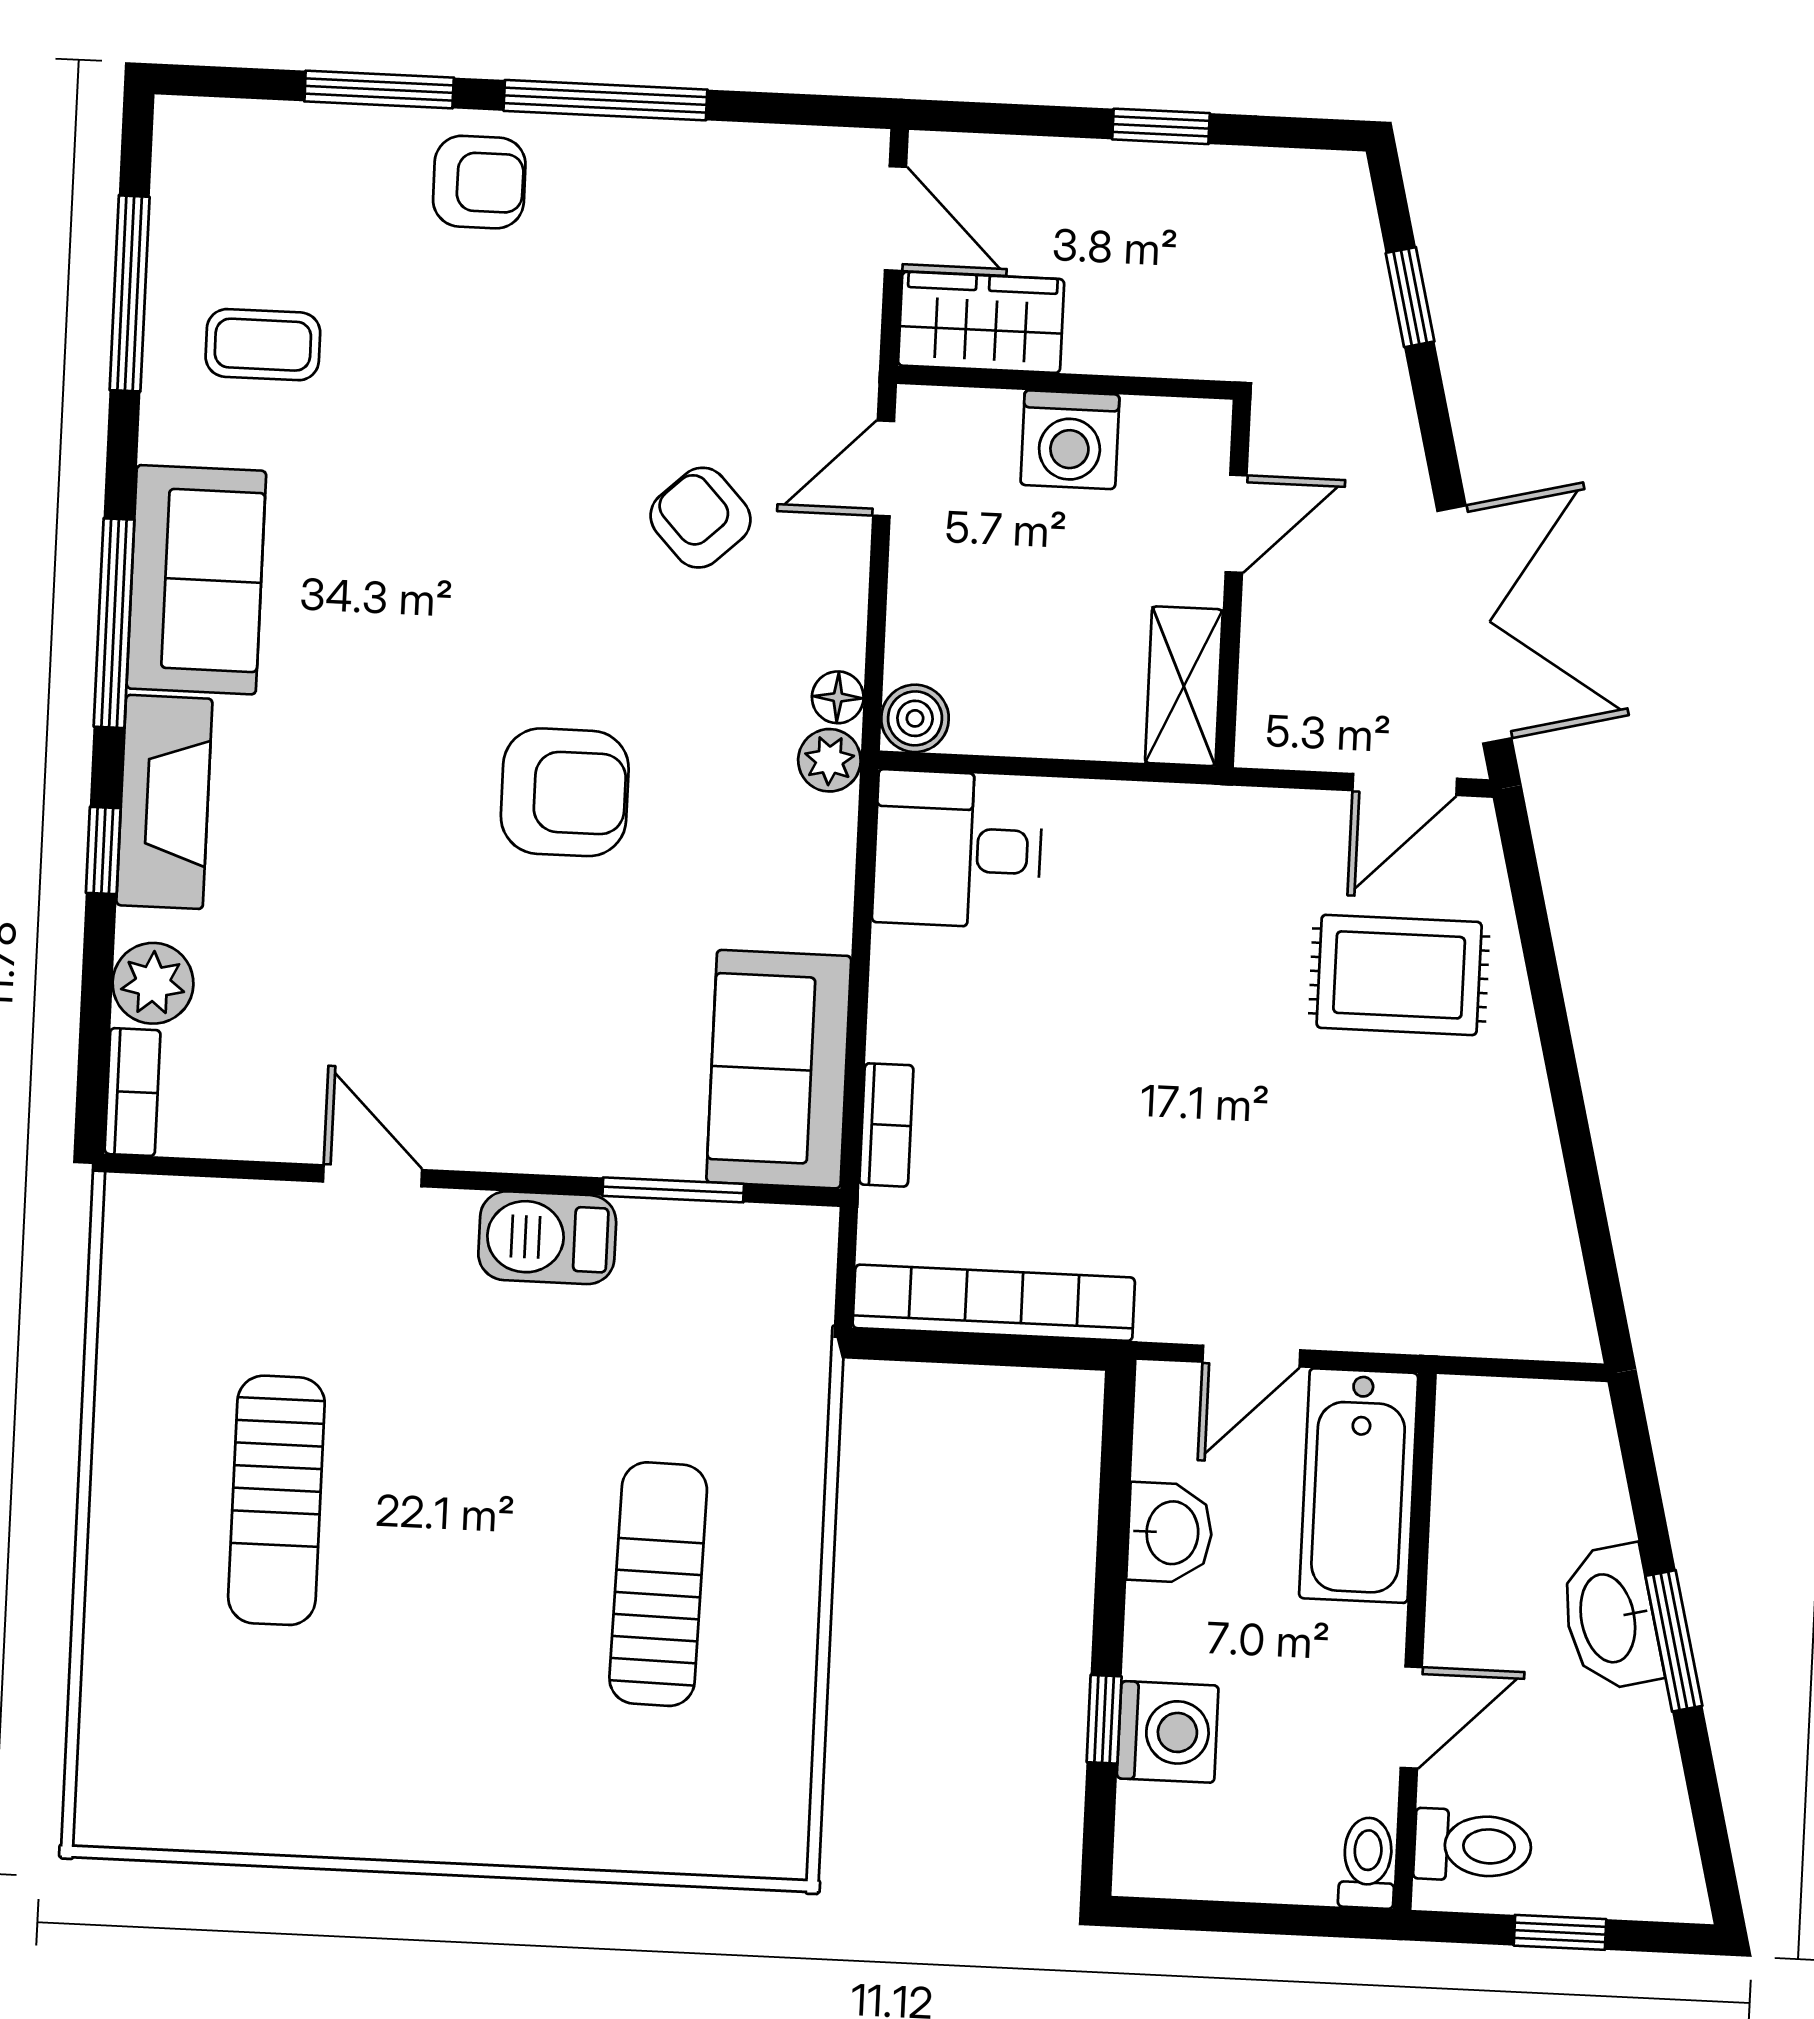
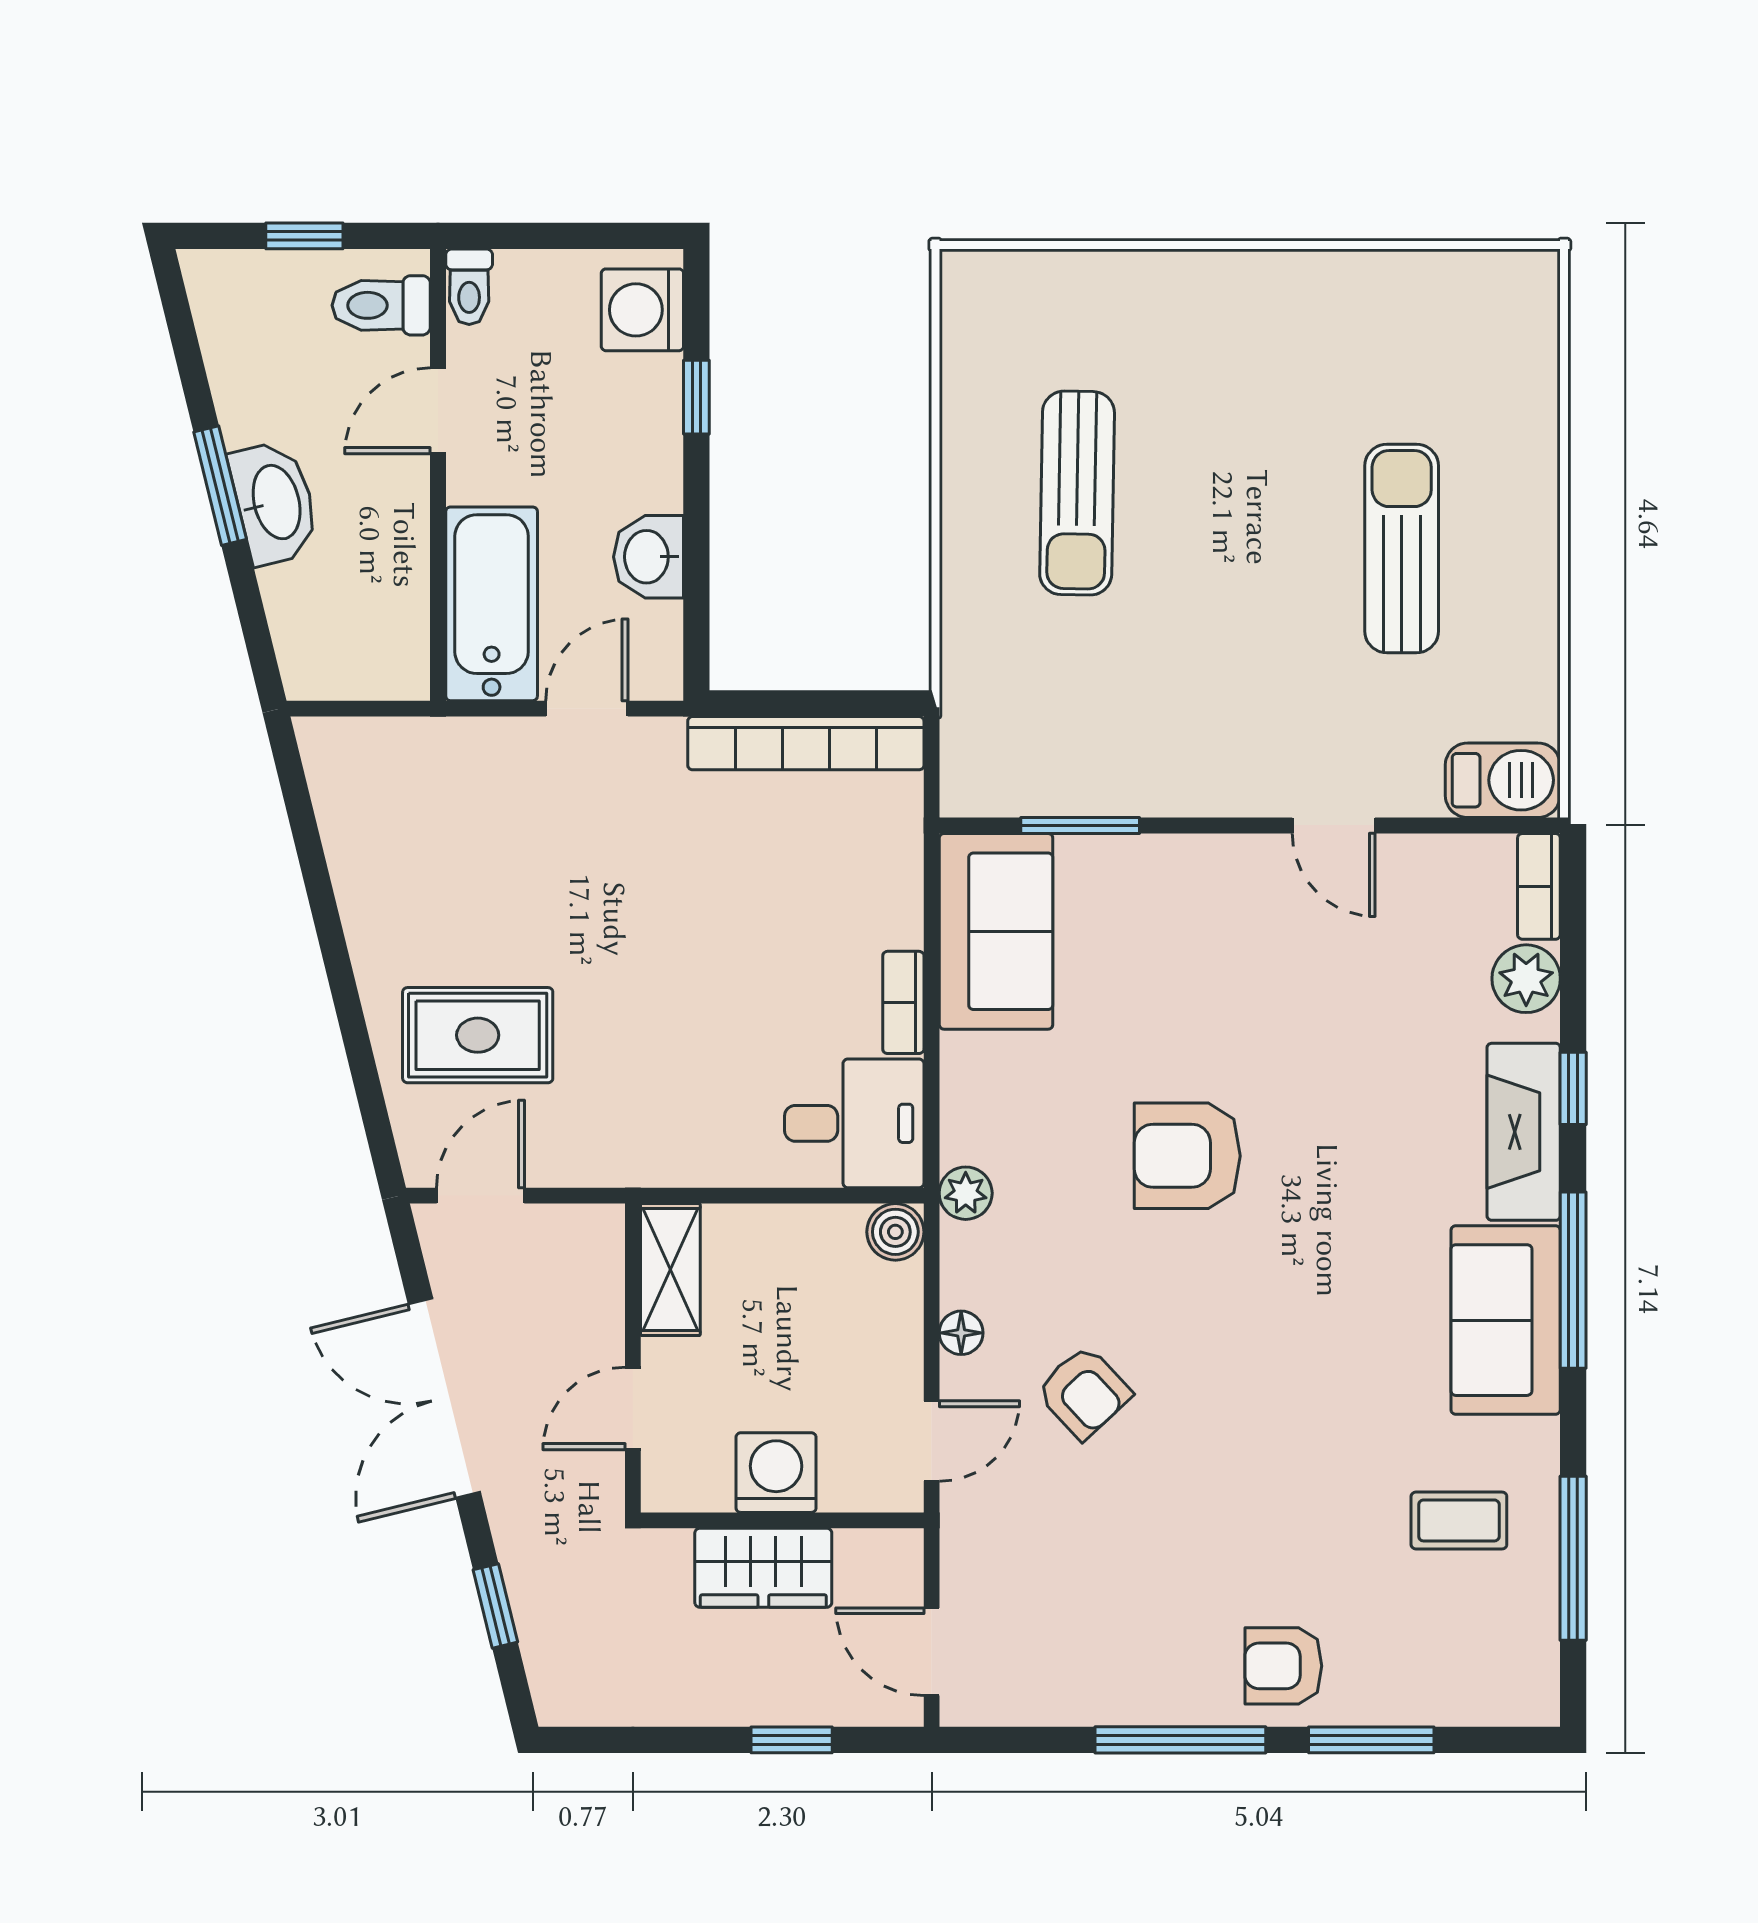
window: (1161, 126) -> (792, 1740), moved
wardrobe: (981, 322) -> (763, 1568), moved
double door: (1474, 625) -> (444, 1398), moved
floor lamp: (838, 697) -> (961, 1333), moved
bookcase: (886, 1125) -> (903, 1002), moved
barbecue: (547, 1238) -> (1503, 780), moved
washing machine: (1168, 1732) -> (642, 310), moved

